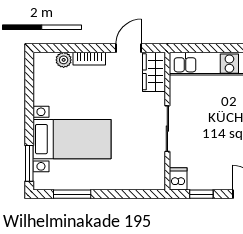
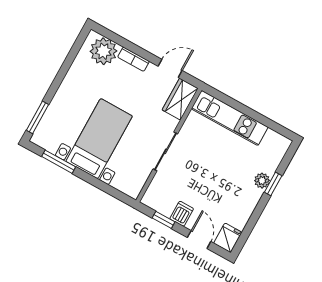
plant: (64, 60) -> (103, 51), width x1.88, depth x1.88
bed with nightstands: (72, 139) -> (99, 139), moved, turned -90
dishwasher: (178, 179) -> (182, 214), moved

